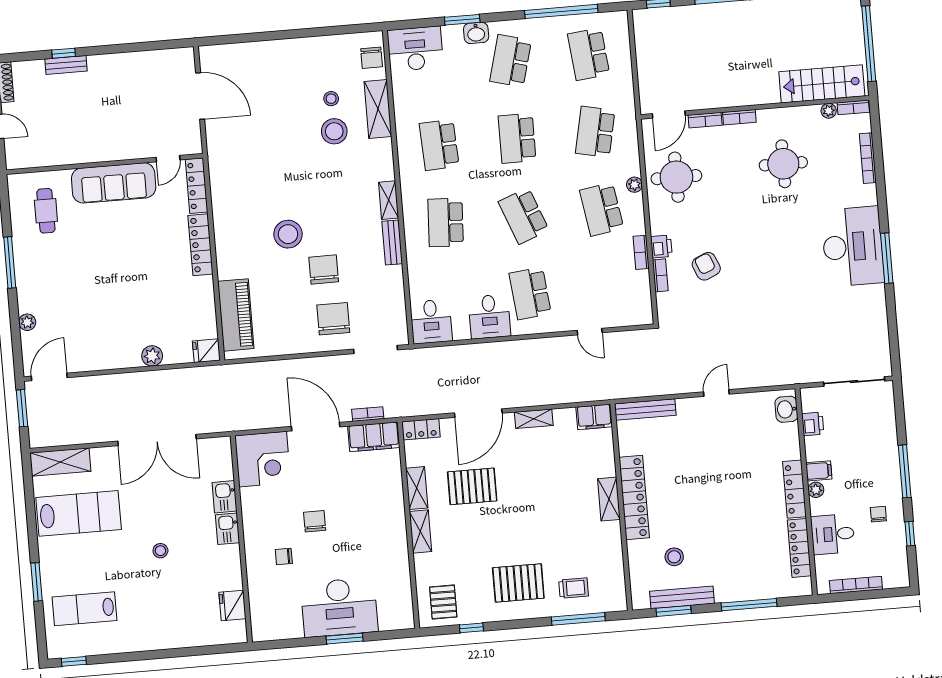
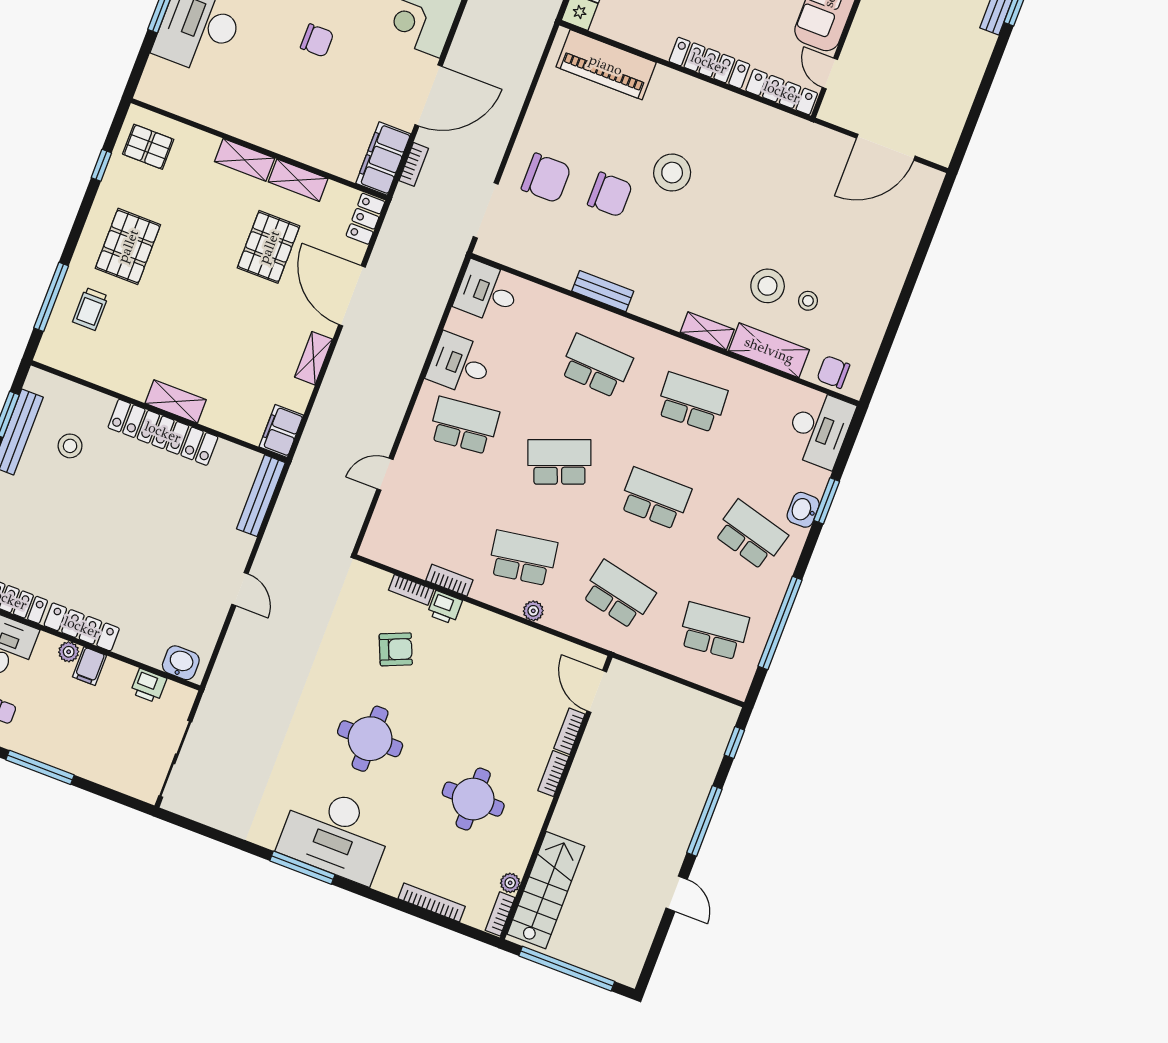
round table: (676, 177) -> (370, 739), moved
shelving: (389, 200) -> (707, 331), moved

